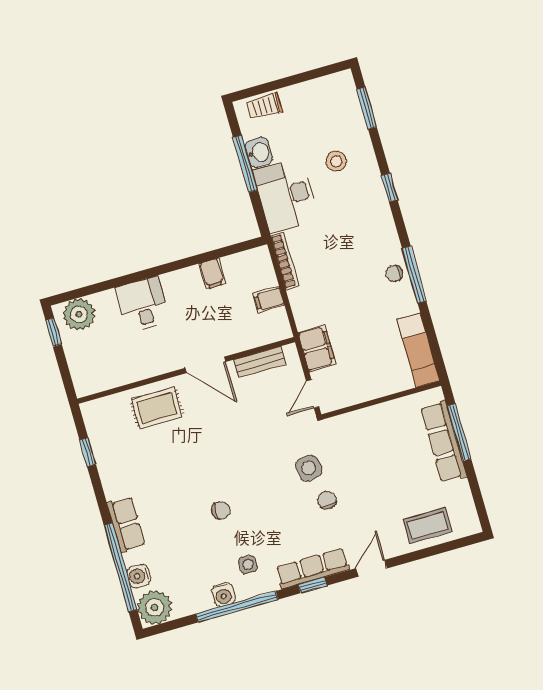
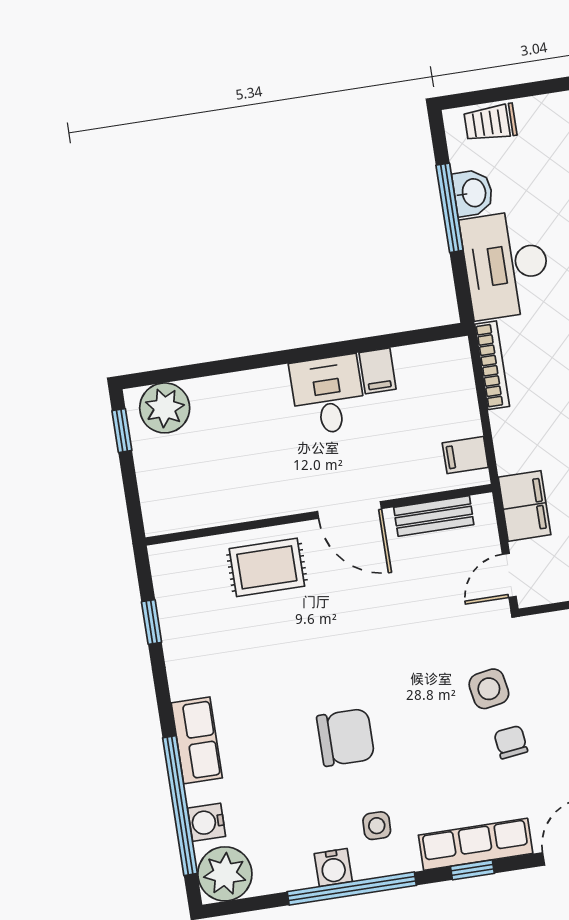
filing cabinet: (269, 300) -> (465, 455), moved
desk: (143, 304) -> (328, 395), moved
chair: (221, 510) -> (346, 737), width x1.87, depth x1.87

